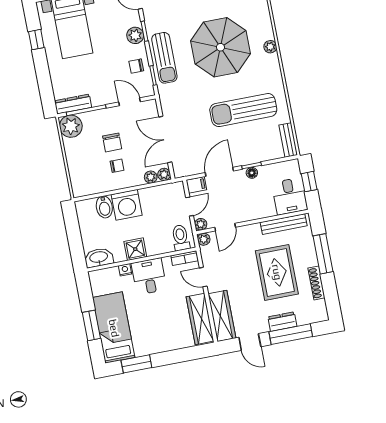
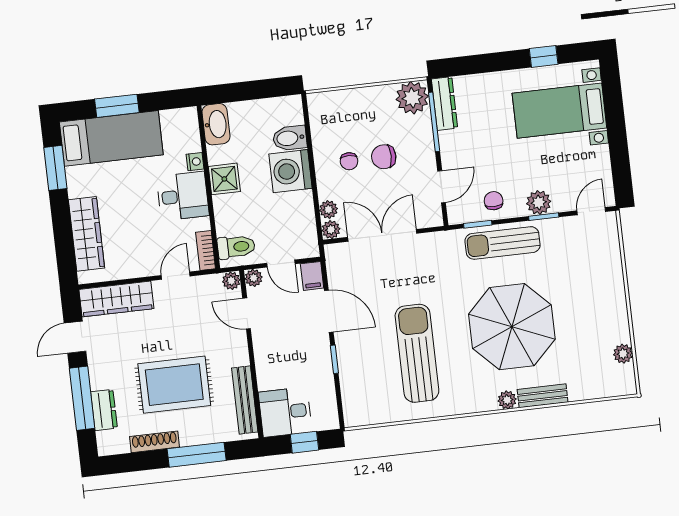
bench: (288, 140) -> (543, 396), moved
floor lamp: (252, 173) -> (324, 359), removed
wardrobe: (200, 319) -> (87, 234), moved, turned 90
dresser: (282, 322) -> (104, 410), moved

